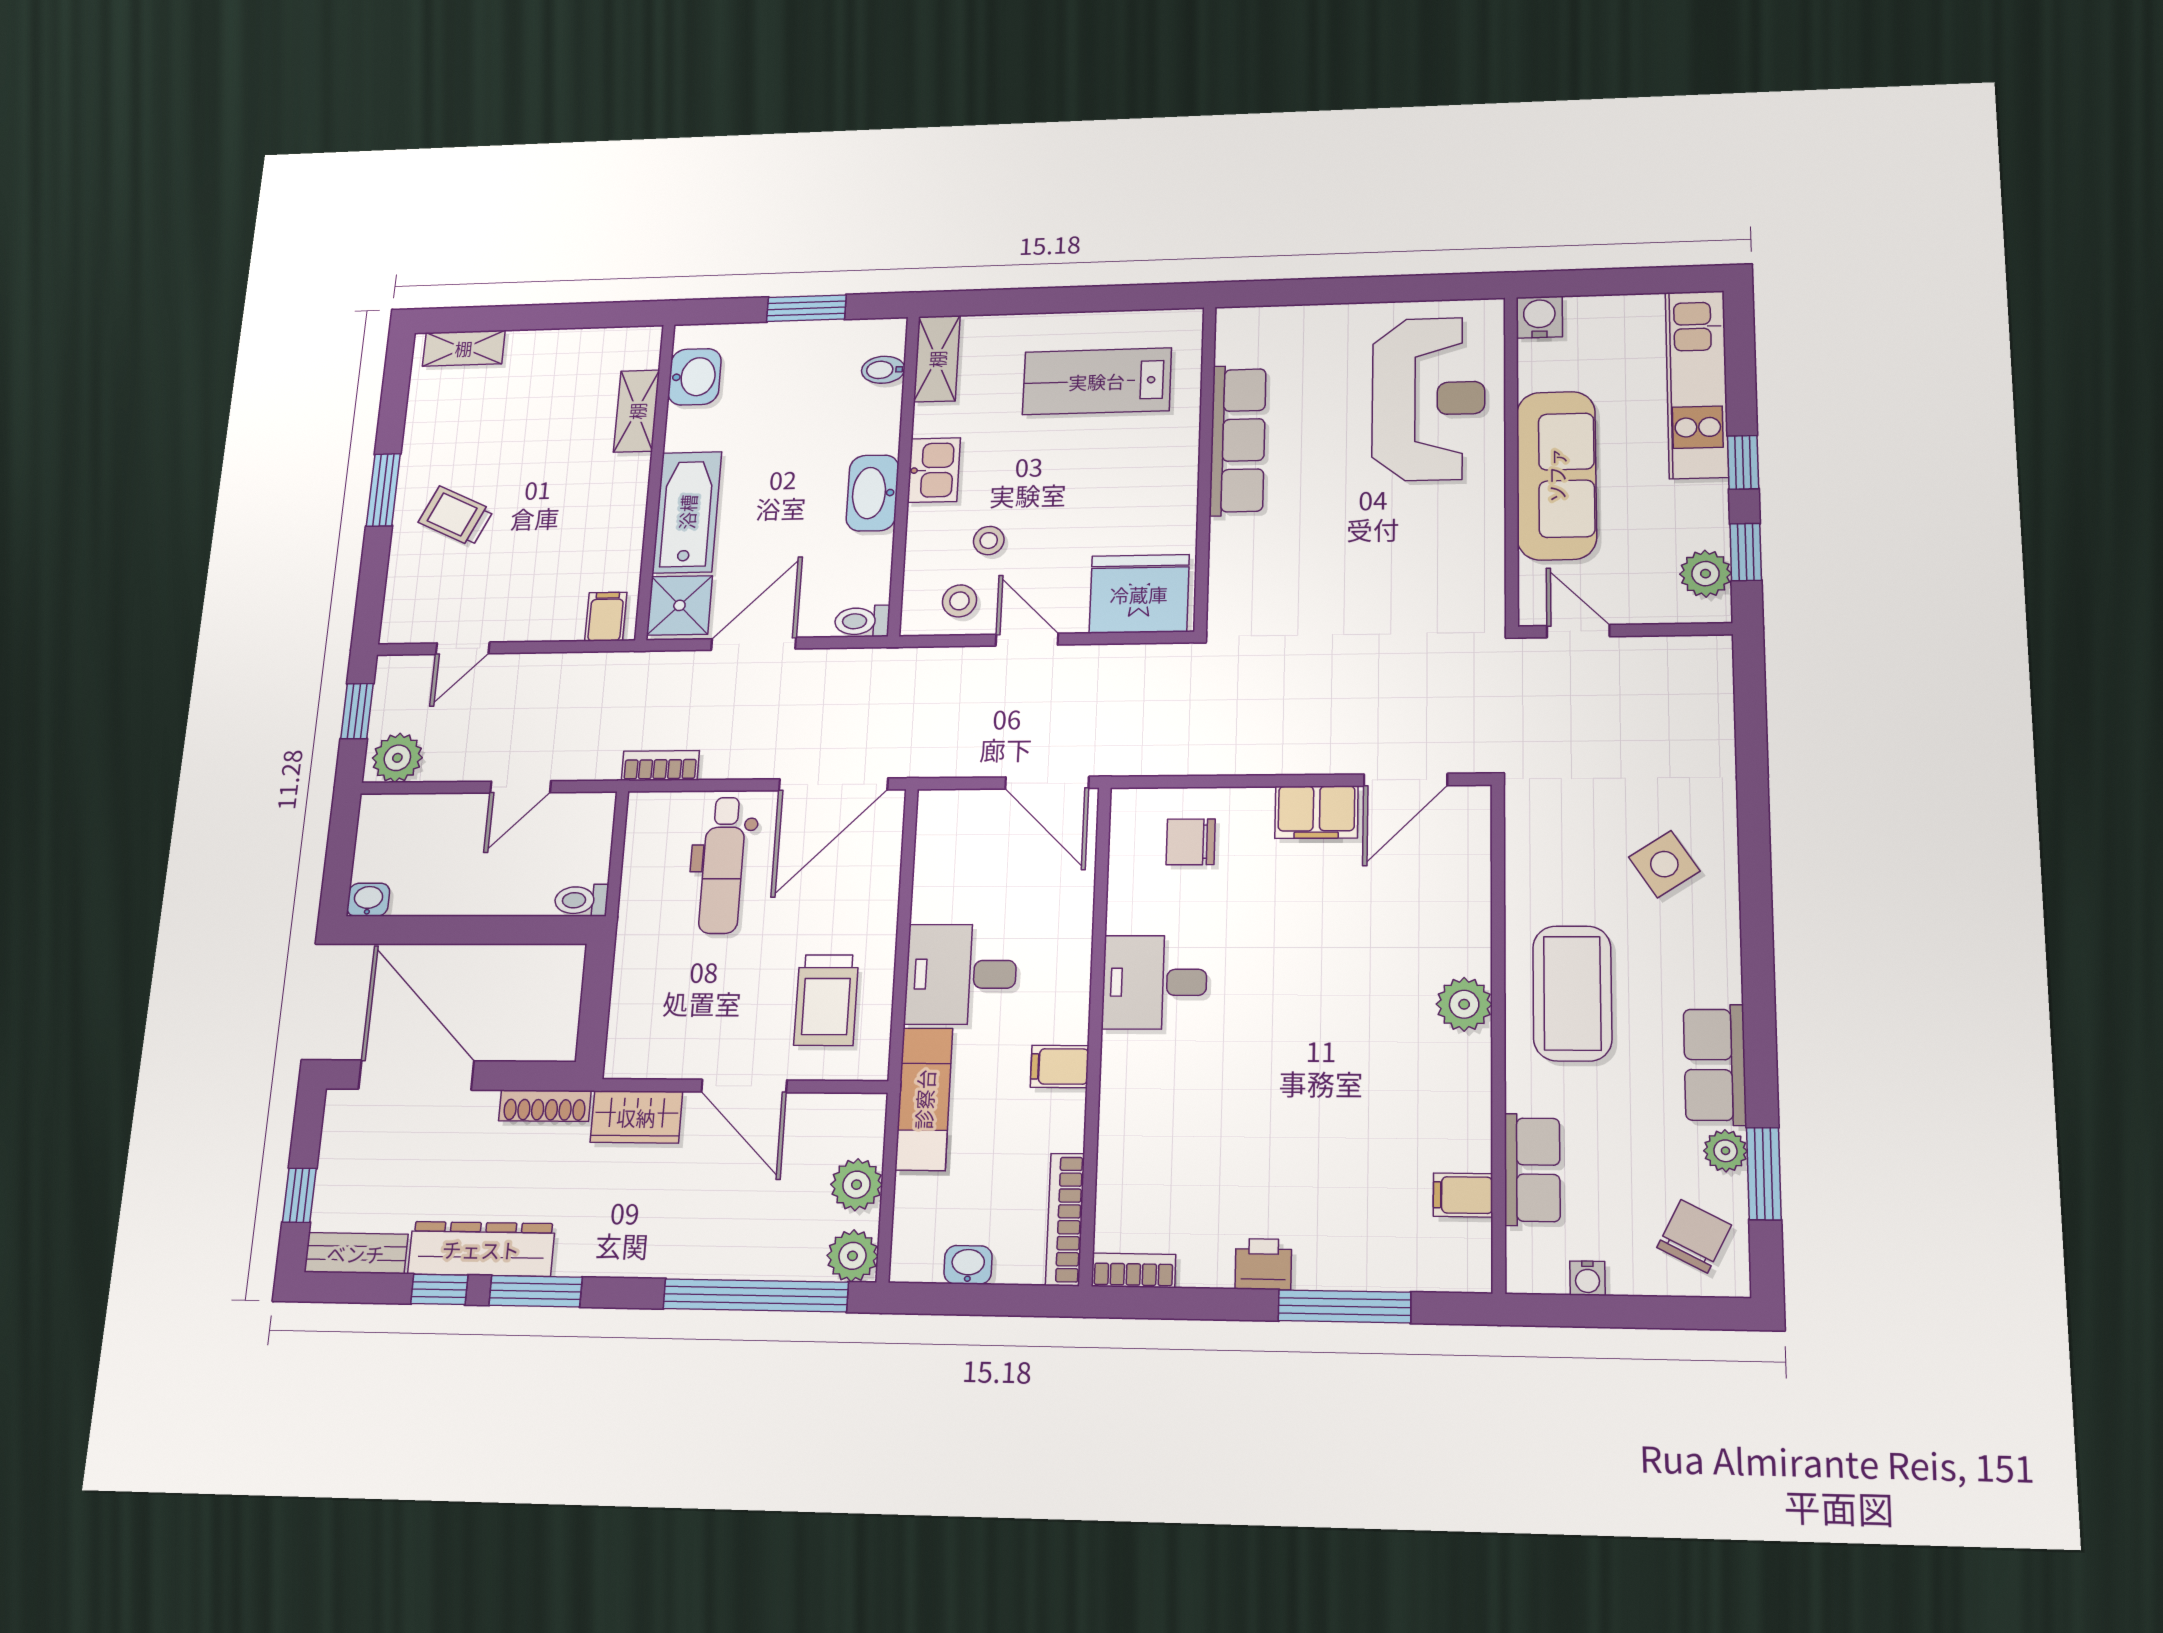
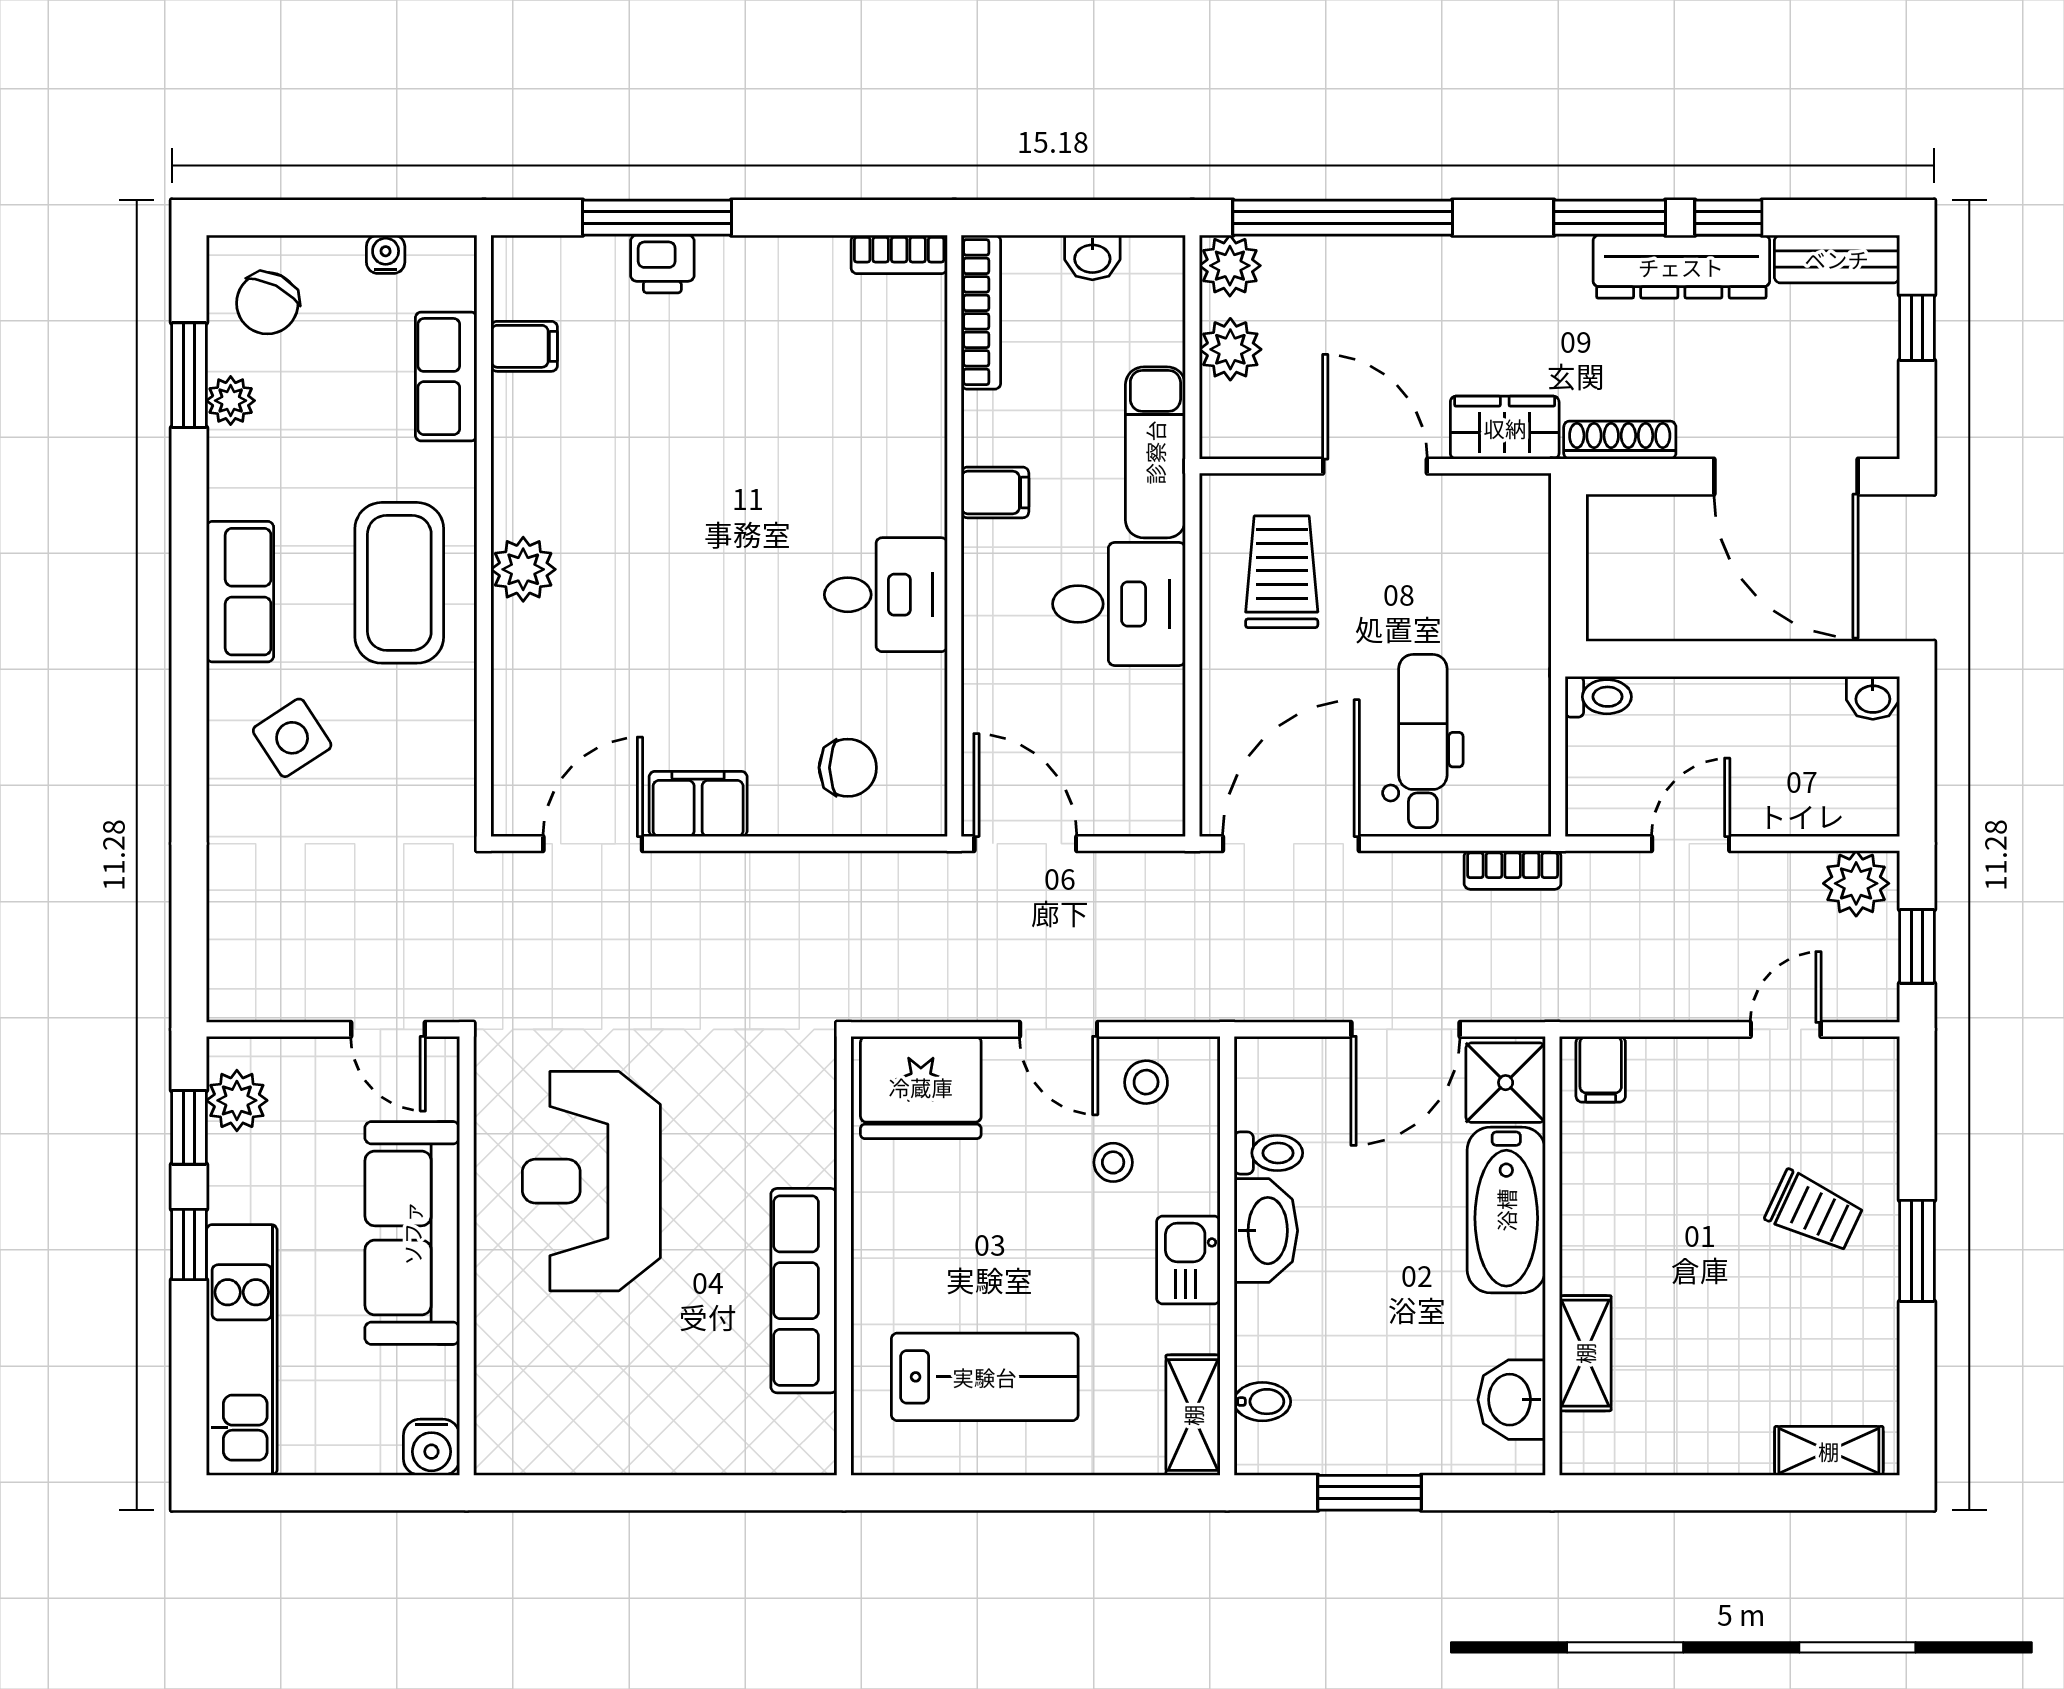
reception desk: (1428, 399) -> (591, 1181), moved
toilet: (862, 621) -> (1268, 1153), moved
row of seats: (1715, 1065) -> (240, 592), moved
printer: (1263, 1264) -> (662, 264), moved

